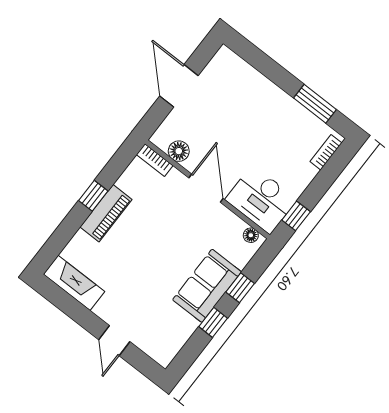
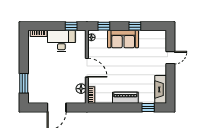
window: (315, 104) -> (24, 83), moved
door: (206, 188) -> (87, 68), swing flipped
window: (93, 196) -> (148, 108), moved
desk: (261, 200) -> (61, 41), moved, turned -90
window: (240, 288) -> (104, 26), moved

